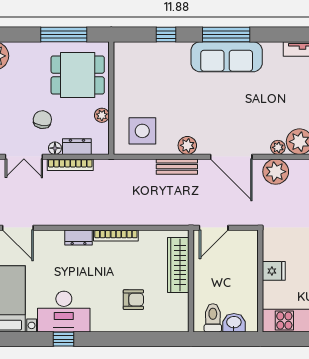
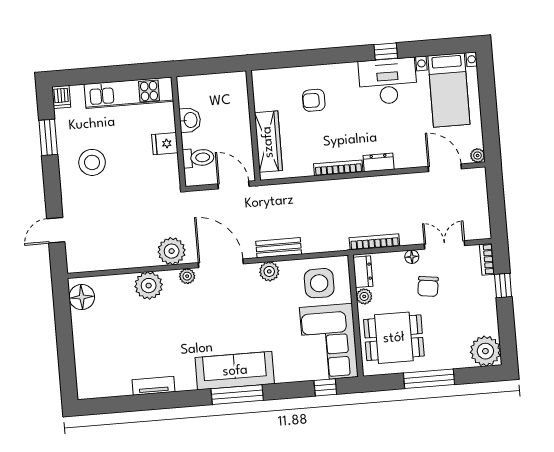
window: (64, 35) -> (429, 379), moved
window: (166, 35) -> (325, 387), moved
corner sofa: (138, 76) -> (329, 342), added
dresser: (77, 147) -> (363, 272), moved, turned -90
plant: (278, 147) -> (187, 276), moved
bookcase: (70, 165) -> (374, 242), moved
door: (214, 228) -> (233, 185), hinge flipped
toilet: (213, 318) -> (198, 158), moved, turned -90
washbasin: (234, 323) -> (190, 120), moved, turned -90

